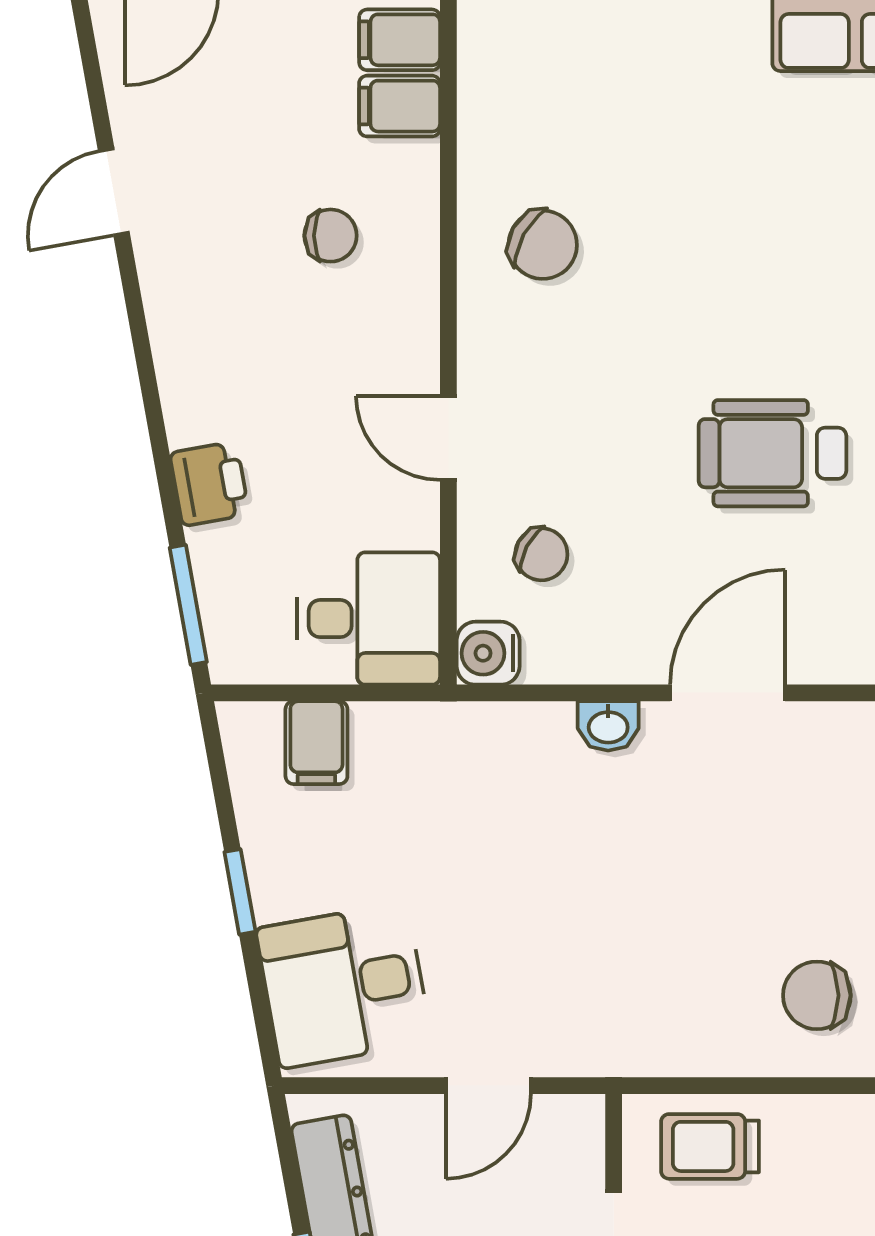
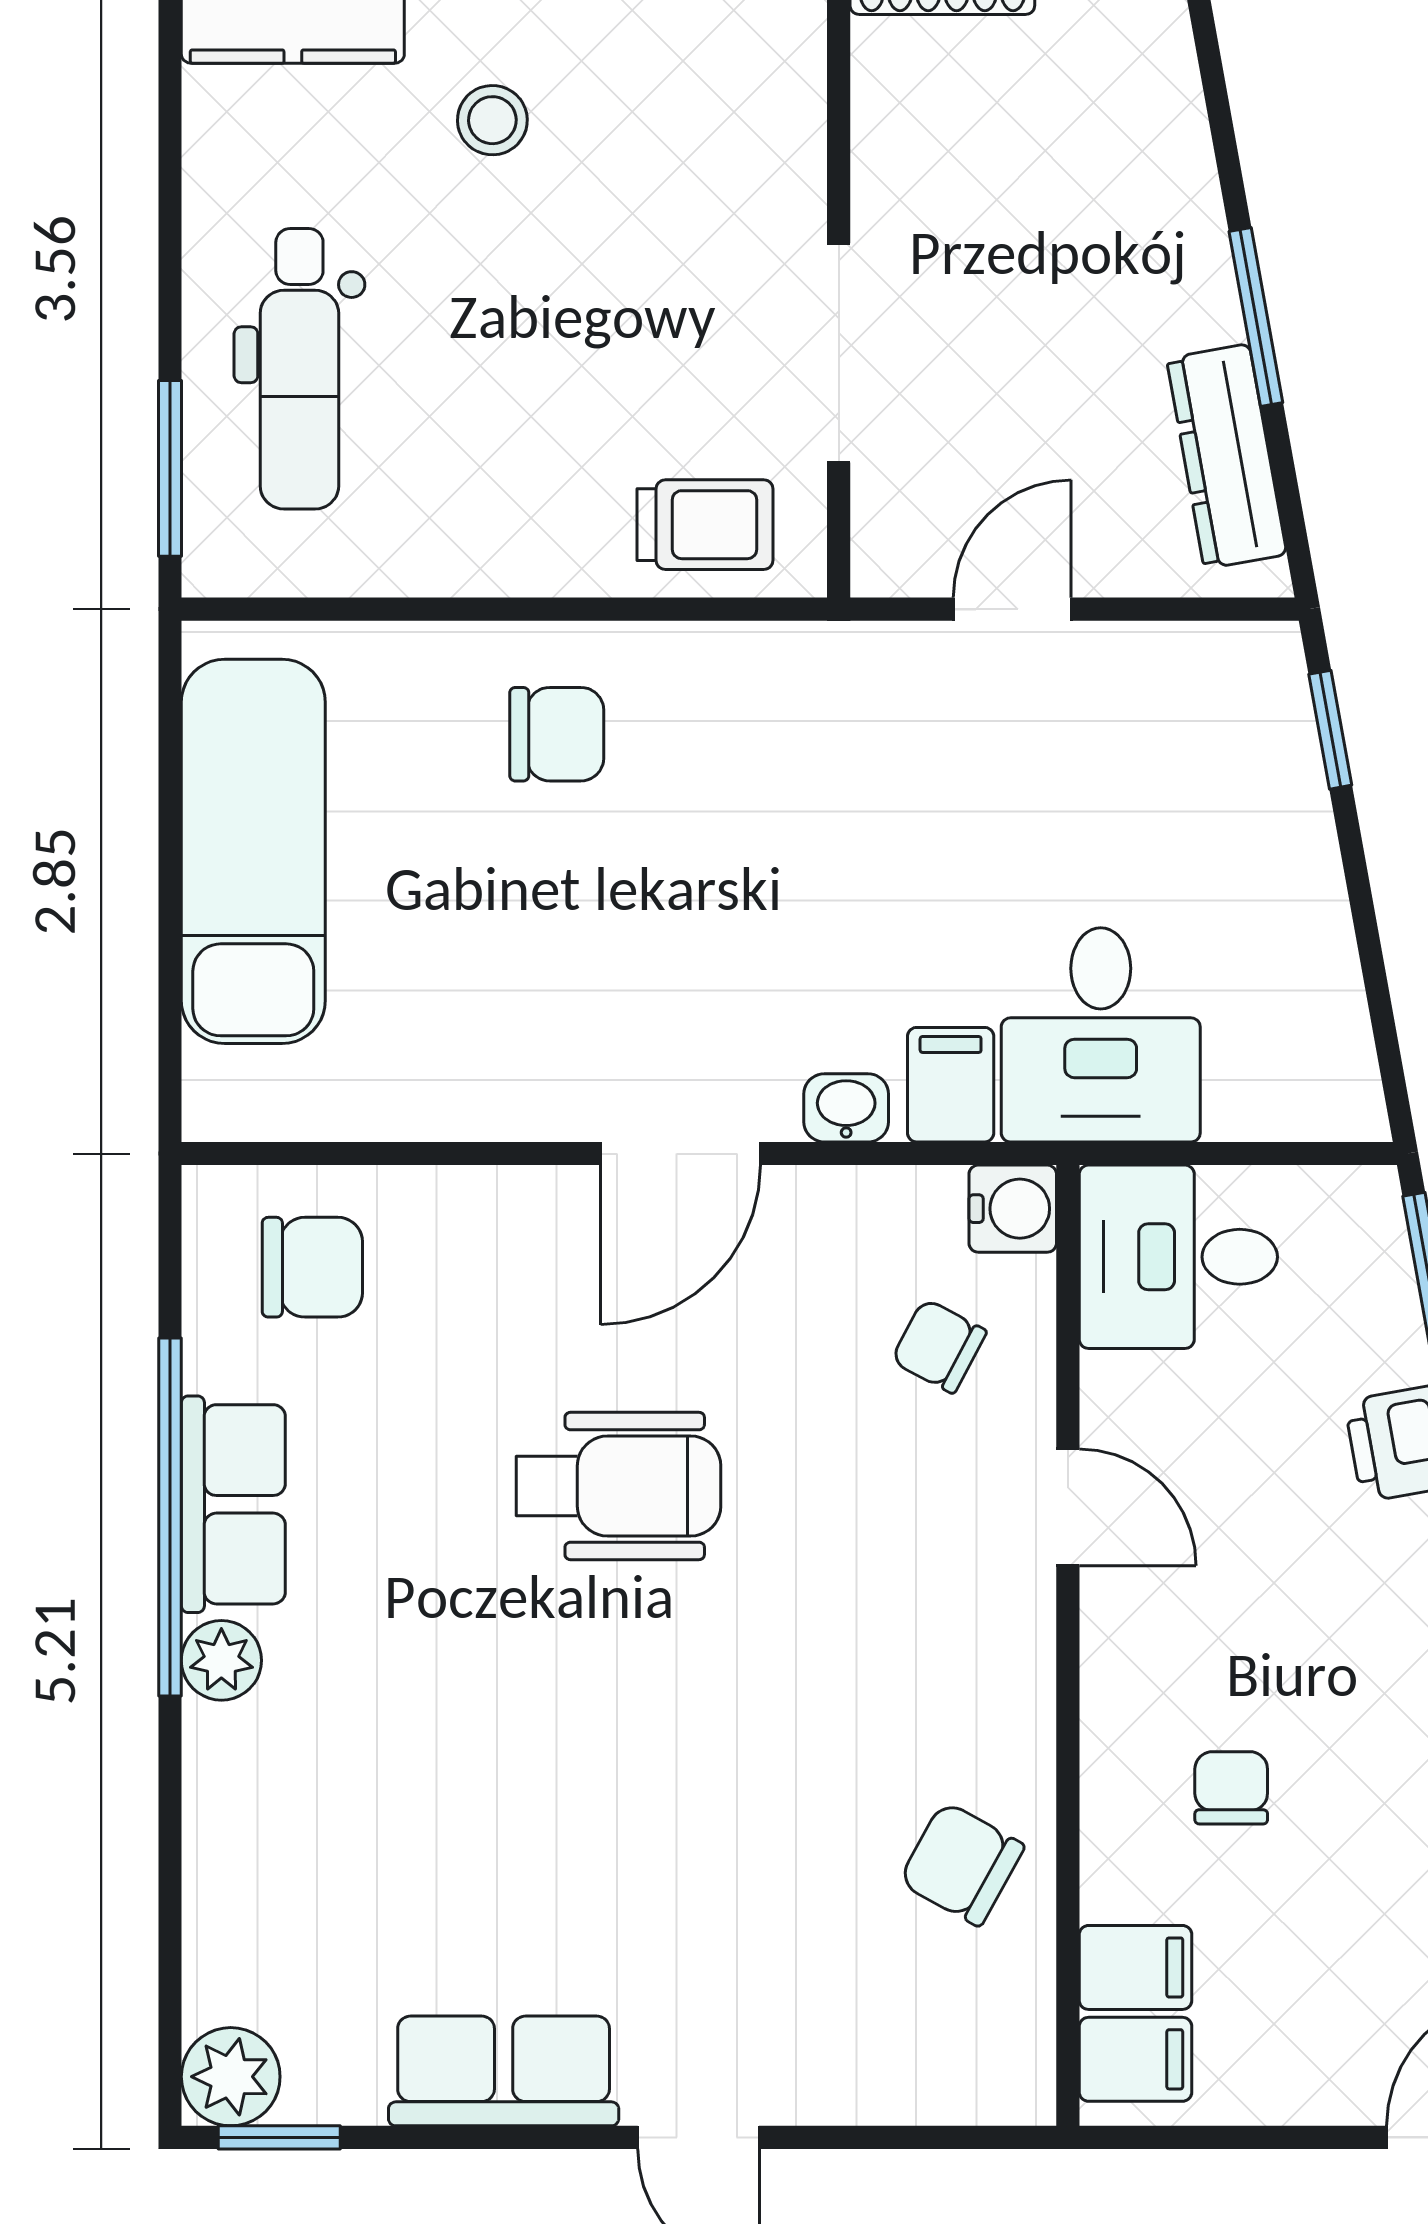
chair: (331, 236) -> (1231, 1788), turned 90
chair: (543, 245) -> (962, 1864), moved
filing cabinet: (316, 743) -> (951, 1085), moved
window: (240, 892) -> (1330, 730), moved
desk: (344, 985) -> (1101, 1035), moved, turned 100

